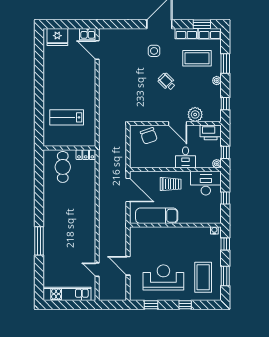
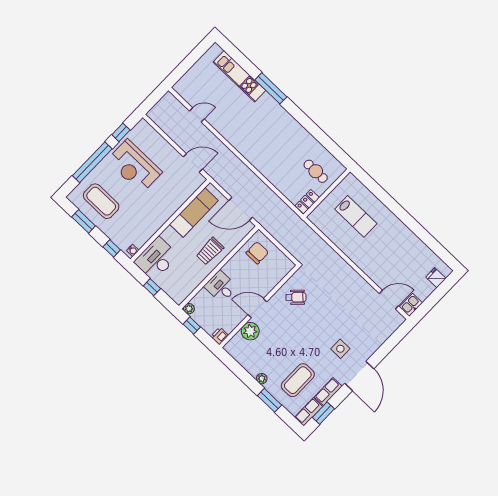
fridge: (57, 37) -> (436, 278), width x0.53, depth x0.75
wheelchair: (167, 82) -> (296, 297), moved
window: (225, 104) -> (234, 367), removed
lab bench: (67, 117) -> (356, 216), turned 90
printer: (211, 132) -> (220, 336), width x0.53, depth x0.68
chair: (149, 136) -> (257, 253), moved, turned 109
cafe table: (63, 167) -> (316, 171), width x0.73, depth x0.74
desk: (206, 183) -> (156, 259), moved, turned 180
door: (128, 266) -> (193, 163), moved
reception desk: (163, 277) -> (134, 166), turned 90
kitchen unit: (67, 294) -> (239, 76), moved, turned 90
window: (185, 305) -> (92, 162), width x3.17

